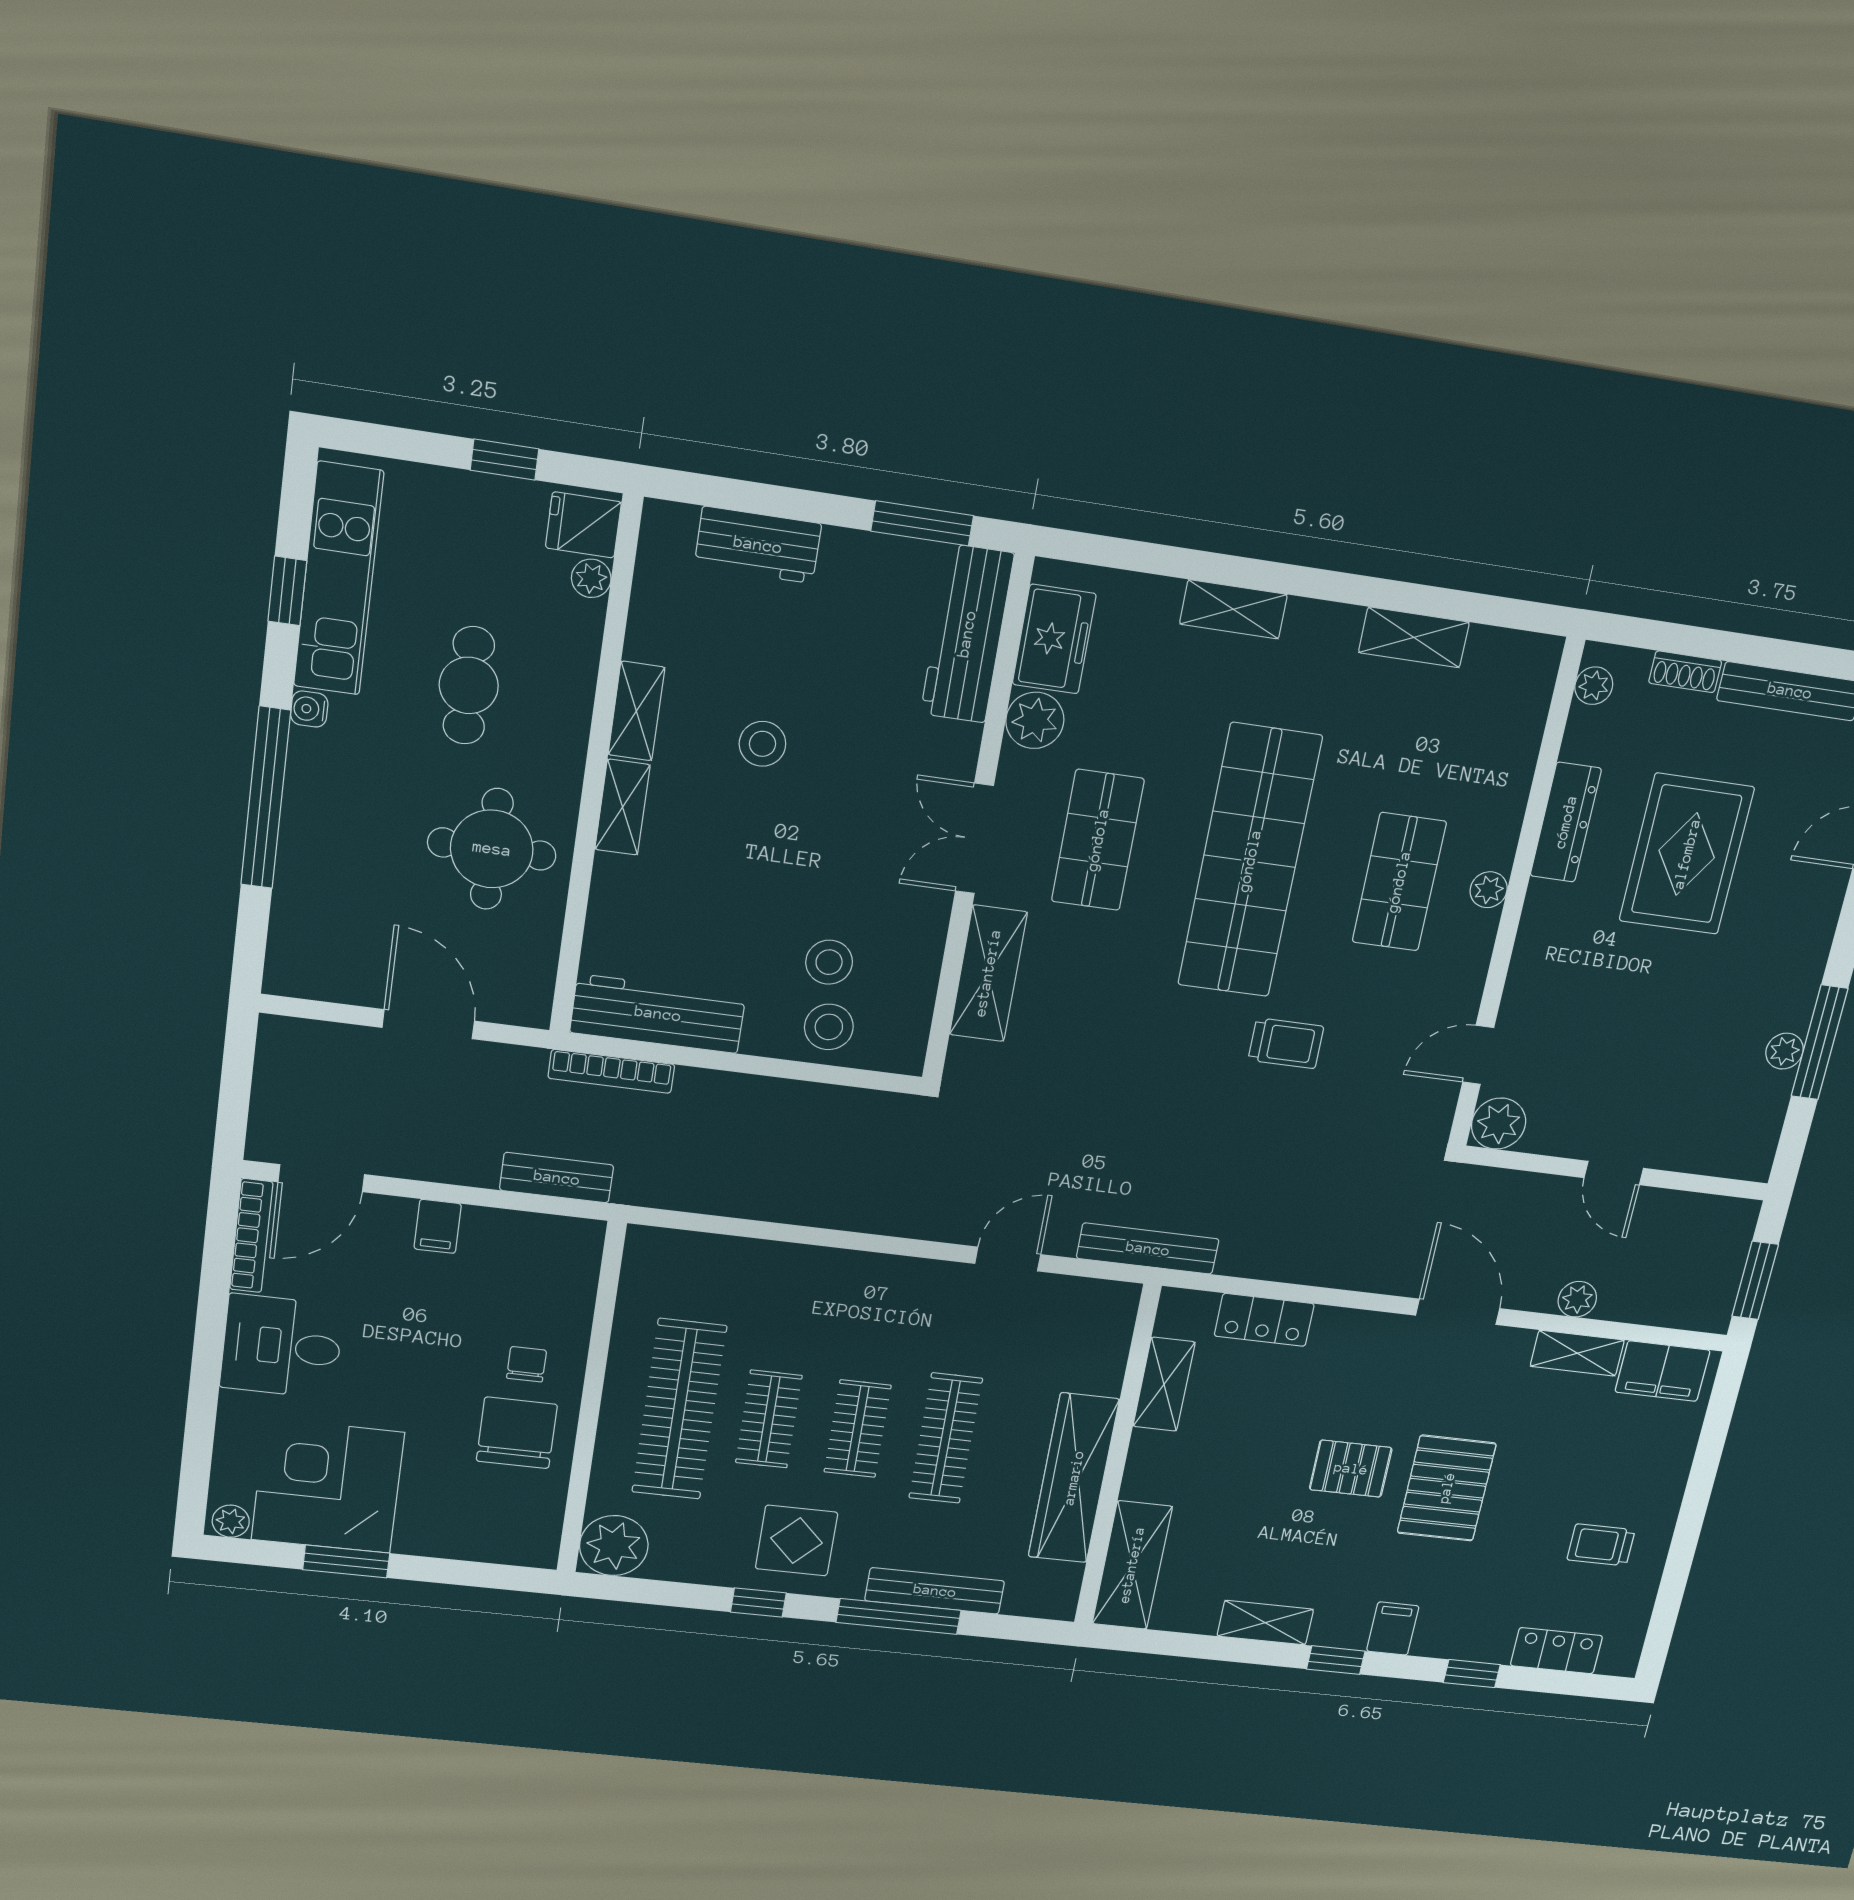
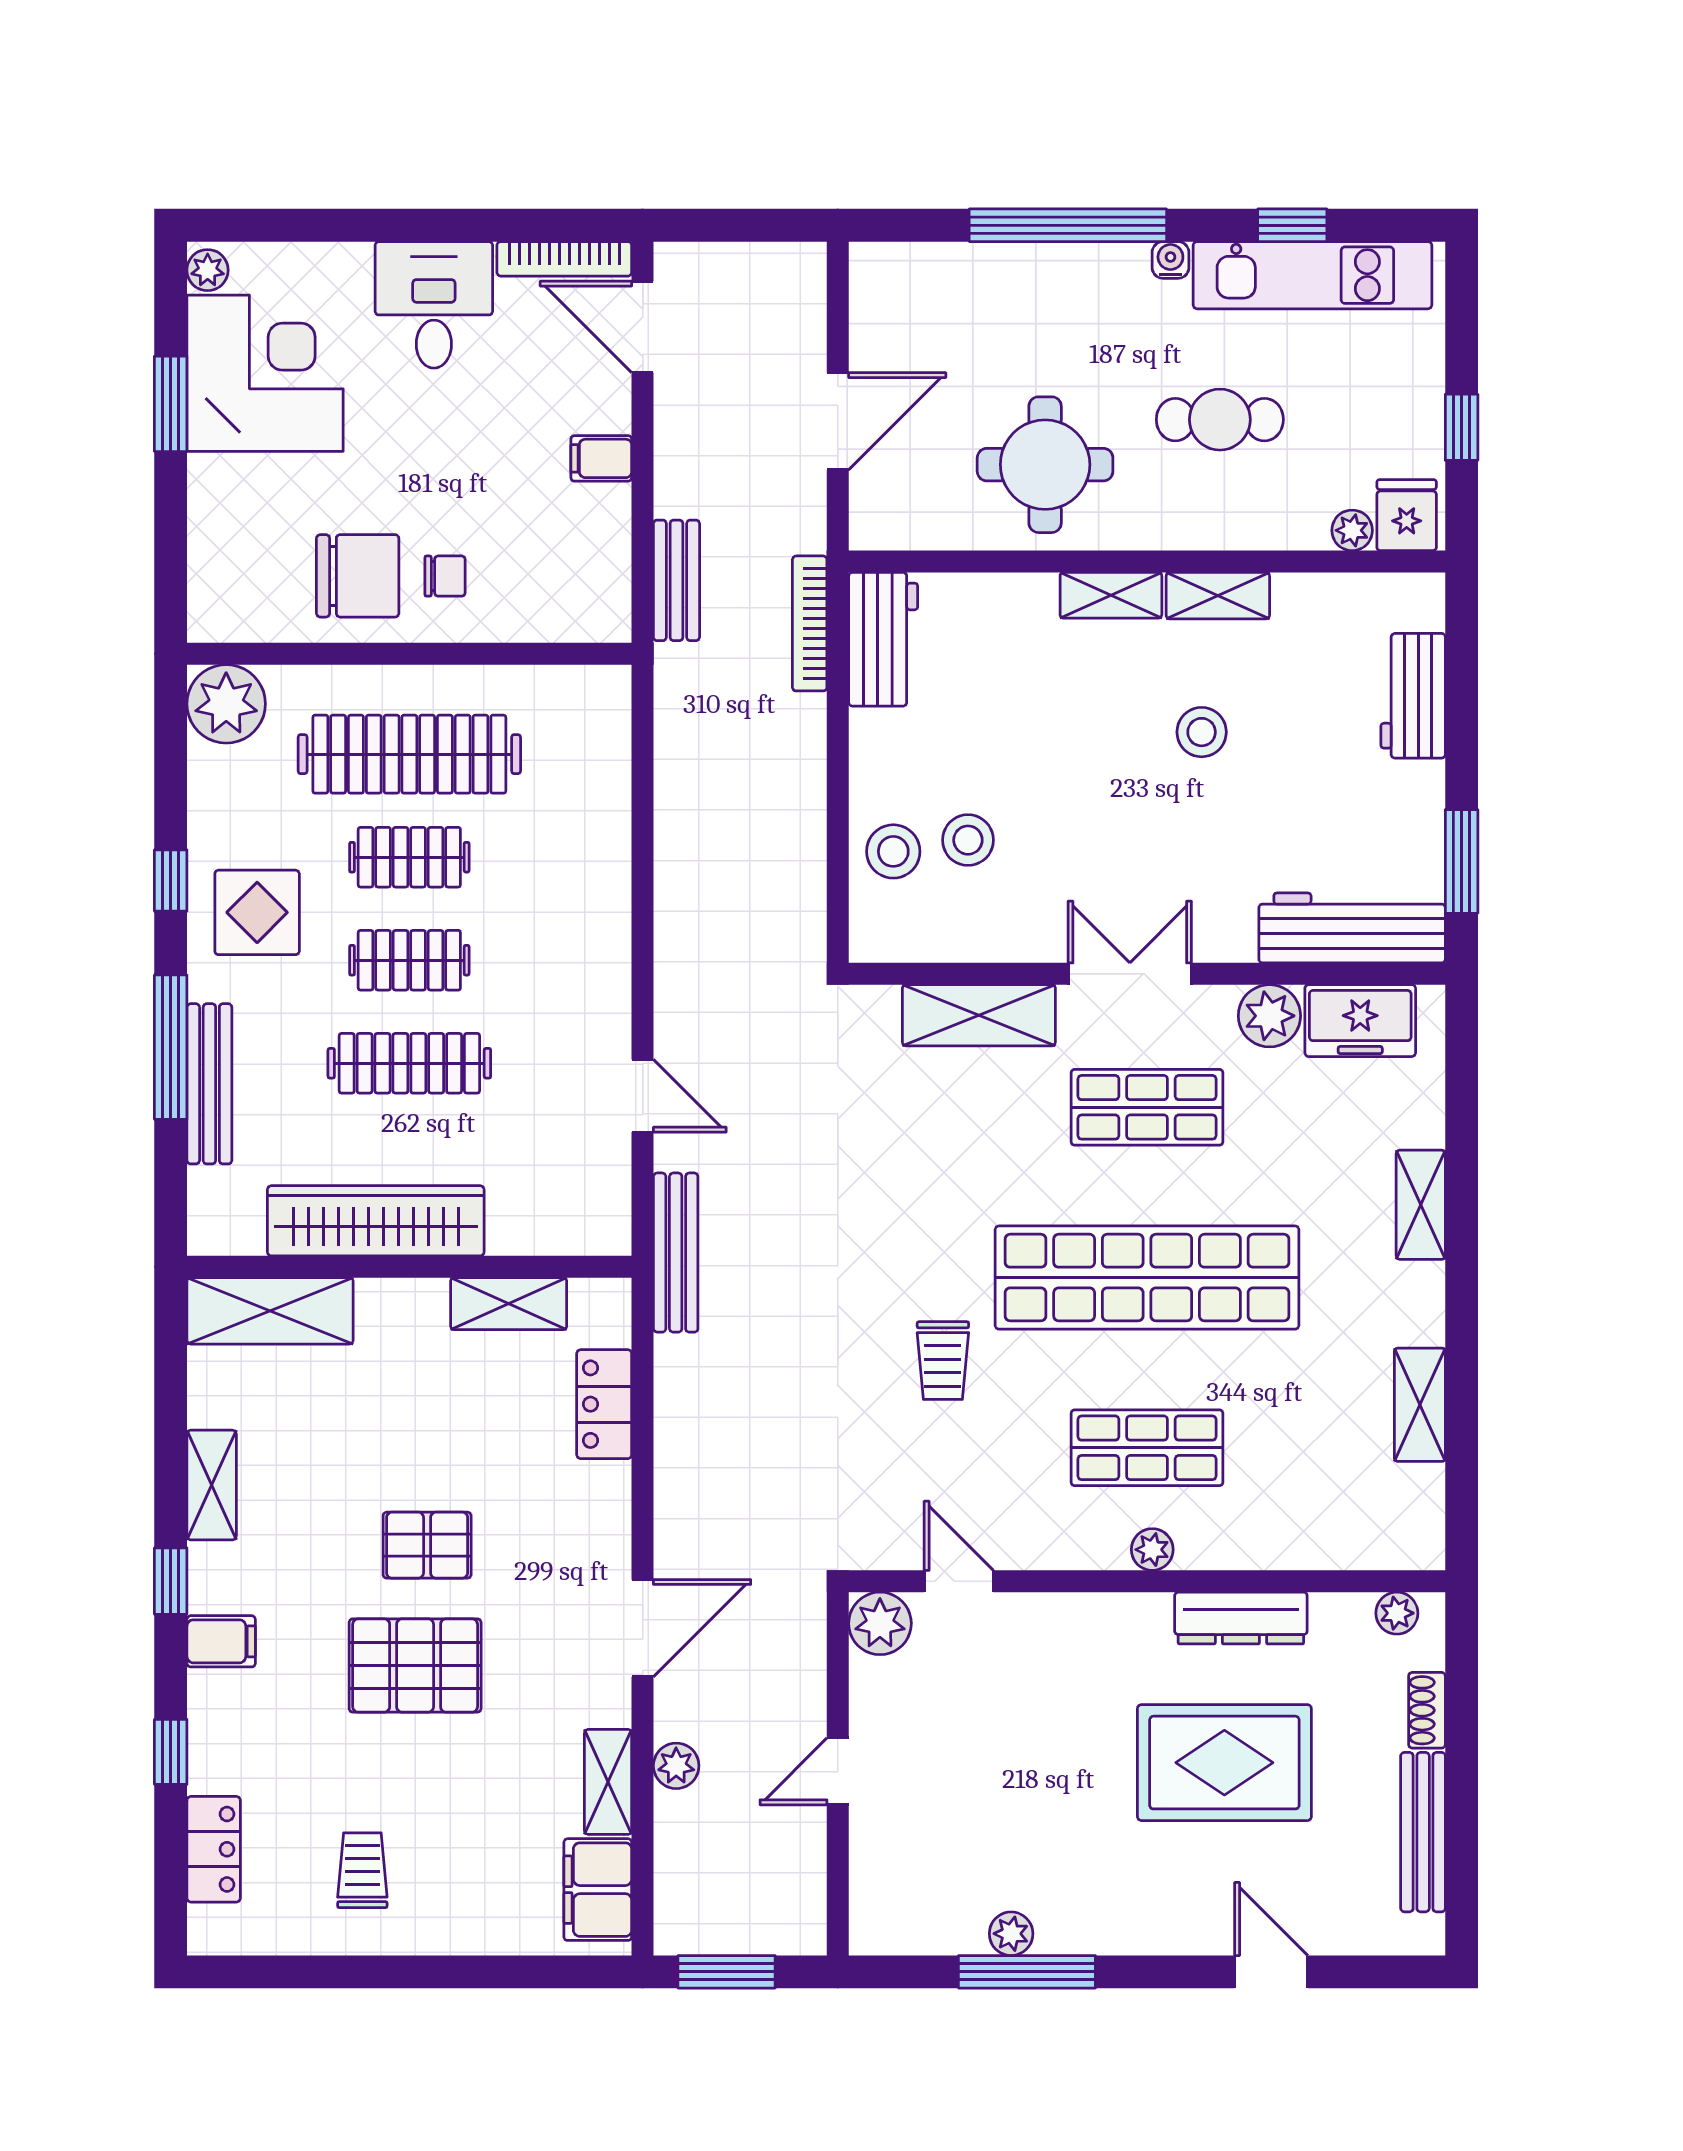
workbench: (658, 1014) -> (883, 639), width x0.73
pallet: (1351, 1469) -> (427, 1545), turned 90

